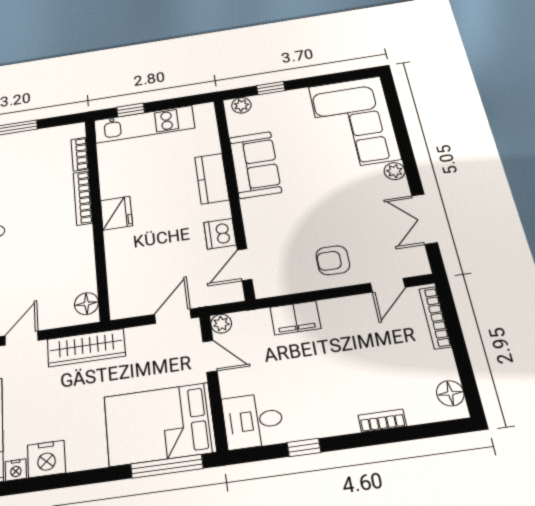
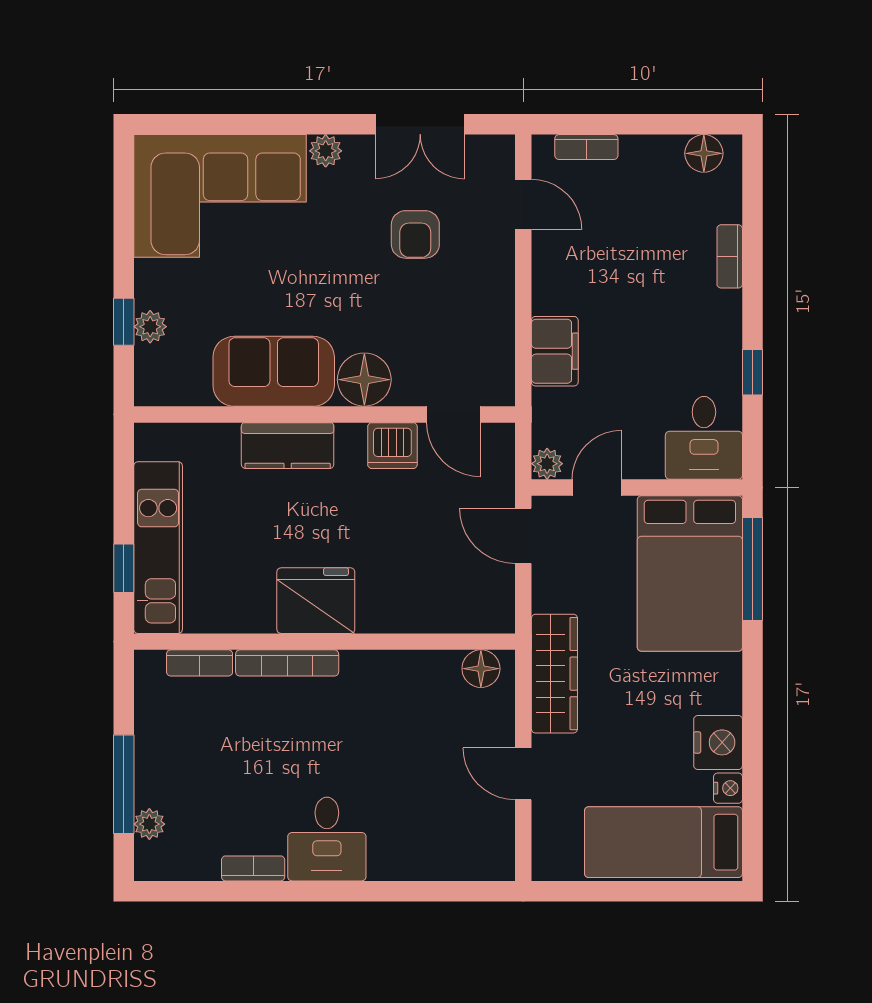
plant: (241, 105) -> (150, 327), moved
floor lamp: (258, 212) -> (364, 380), added
fridge: (116, 213) -> (316, 601), width x1.36, depth x1.34
armchair: (333, 260) -> (415, 234), moved
bookcase: (435, 318) -> (586, 147), width x0.64

